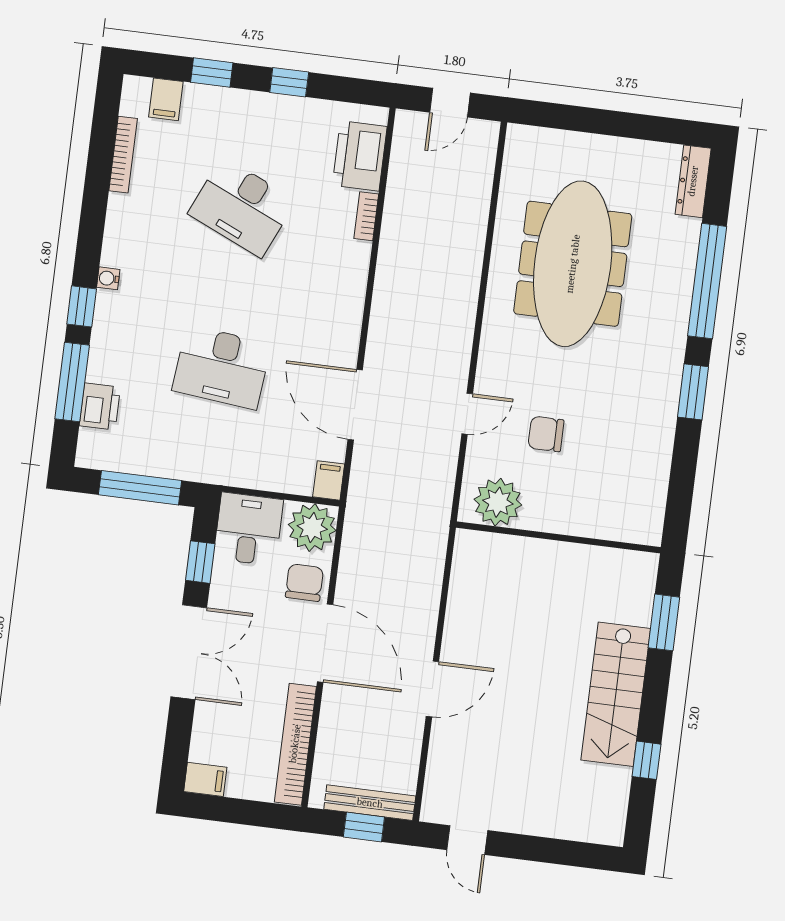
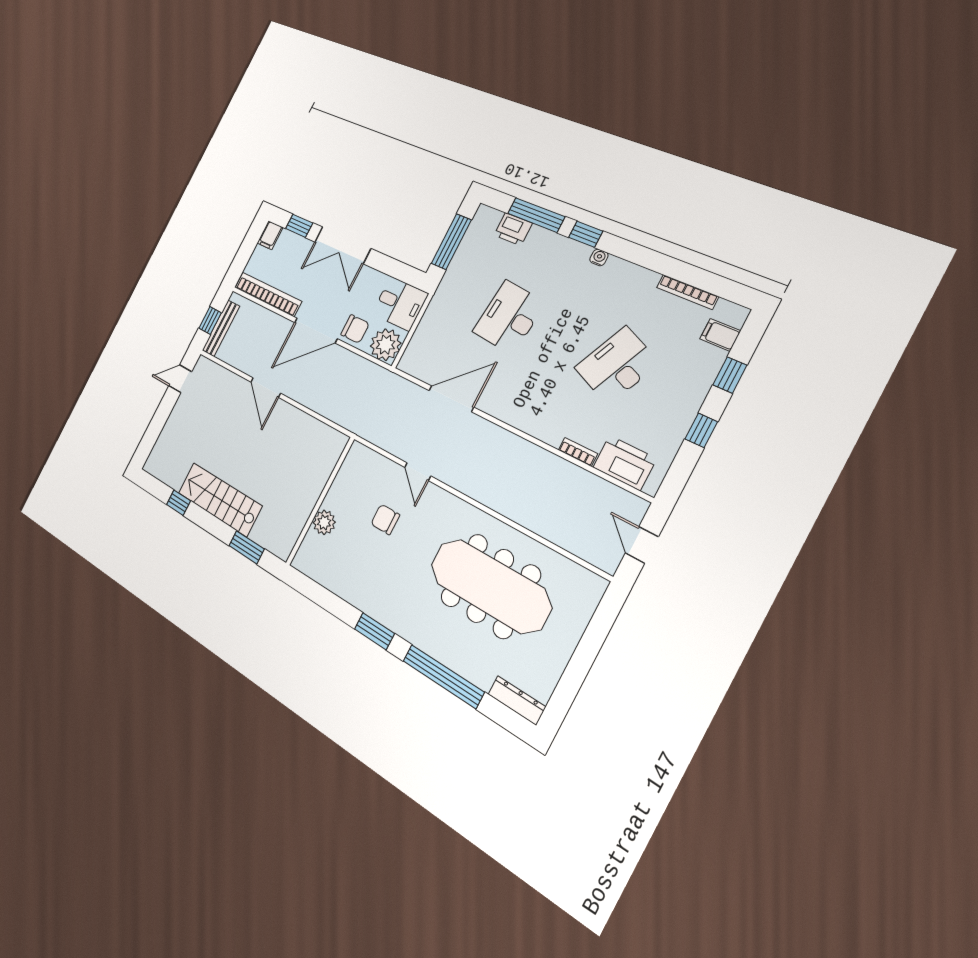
chair: (546, 434) -> (385, 519), turned -90
filing cabinet: (329, 480) -> (410, 365), removed
plant: (498, 502) -> (324, 522), moved, width x0.73, depth x0.73
window: (200, 562) -> (299, 226), moved

